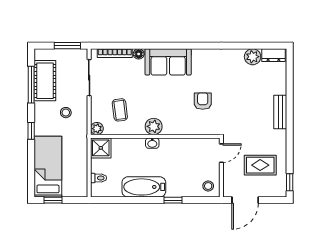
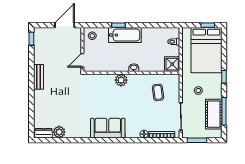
sofa: (168, 62) -> (108, 128), moved
armchair: (203, 101) -> (96, 99), removed
bench: (280, 112) -> (38, 77), moved
plant: (154, 126) -> (121, 80), moved
plant: (97, 129) -> (175, 79), removed
rug: (260, 165) -> (53, 51), removed
bed: (48, 167) -> (206, 50), width x1.50
bathtub: (144, 187) -> (125, 35), moved

